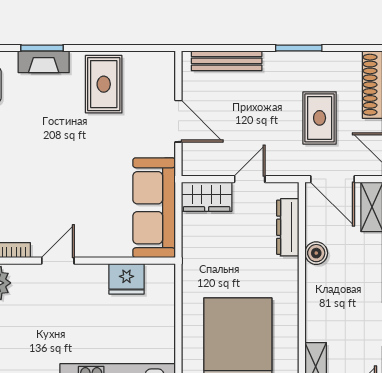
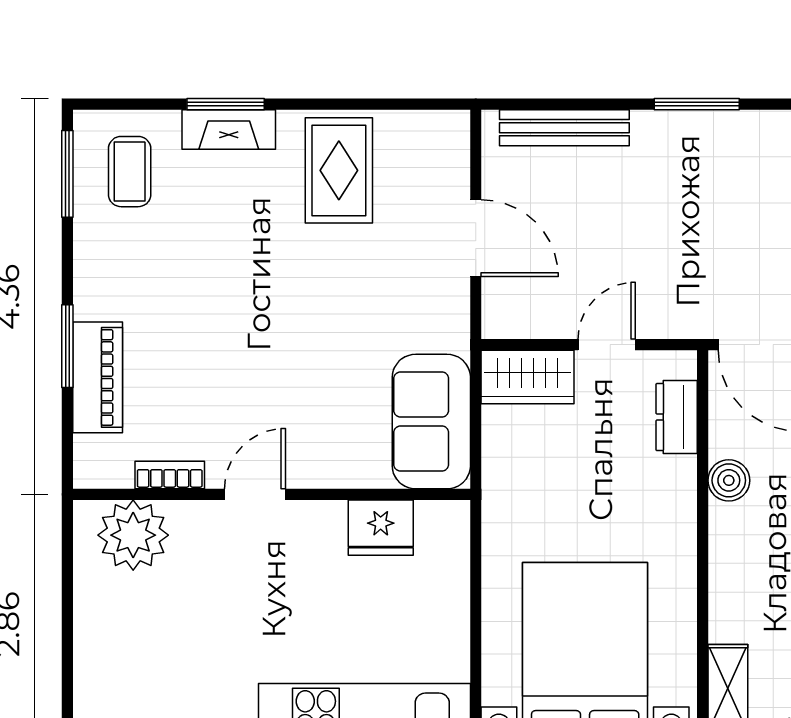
rug: (320, 118) -> (735, 232), removed
sofa: (154, 208) -> (431, 422), width x0.73
dresser: (288, 227) -> (677, 417), width x0.70

